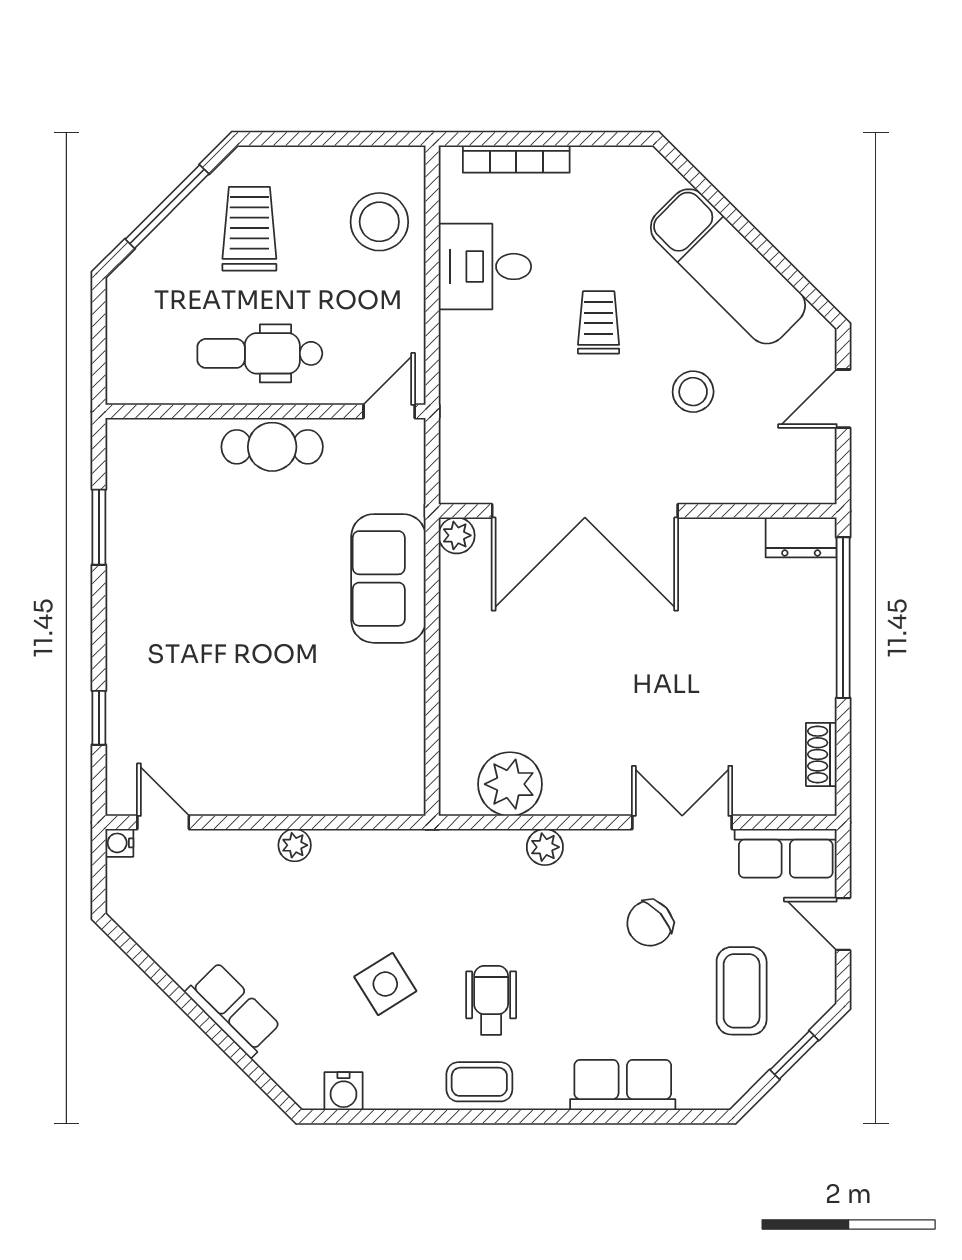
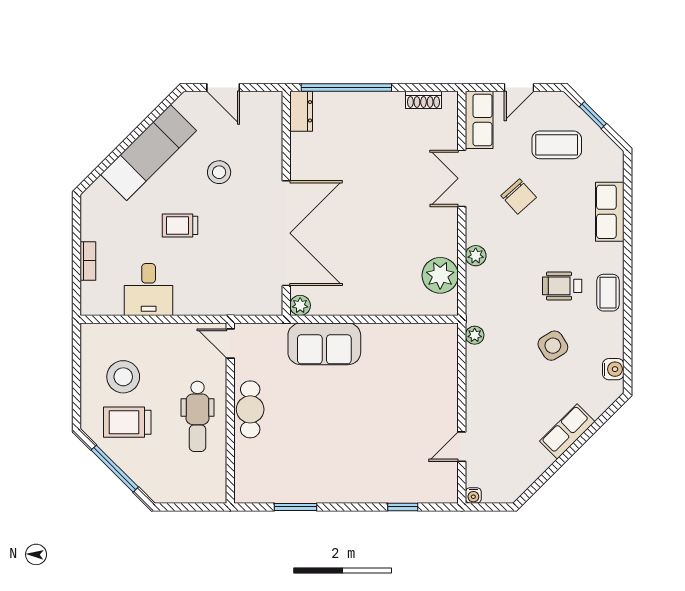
bookcase: (516, 159) -> (88, 261), width x0.64
stool: (379, 222) -> (123, 377), moved
door: (163, 822) -> (462, 447), moved
plant: (295, 845) -> (475, 335), moved

